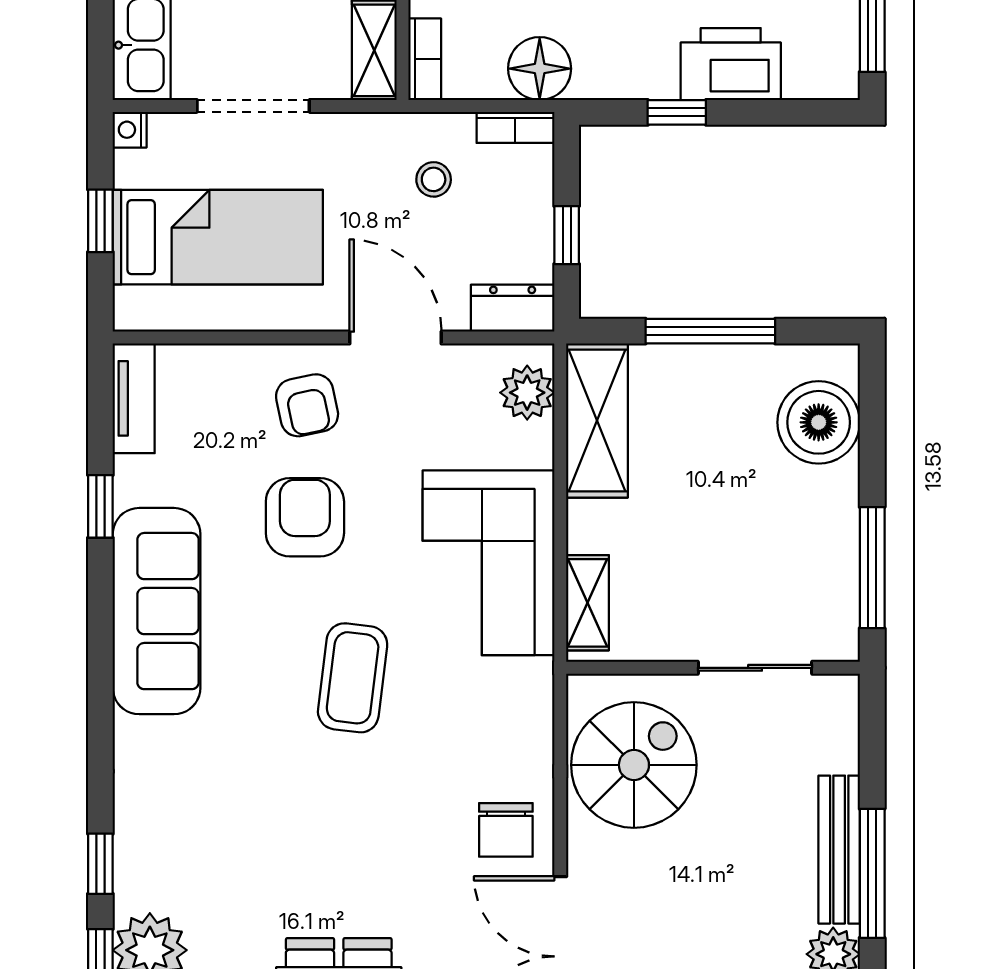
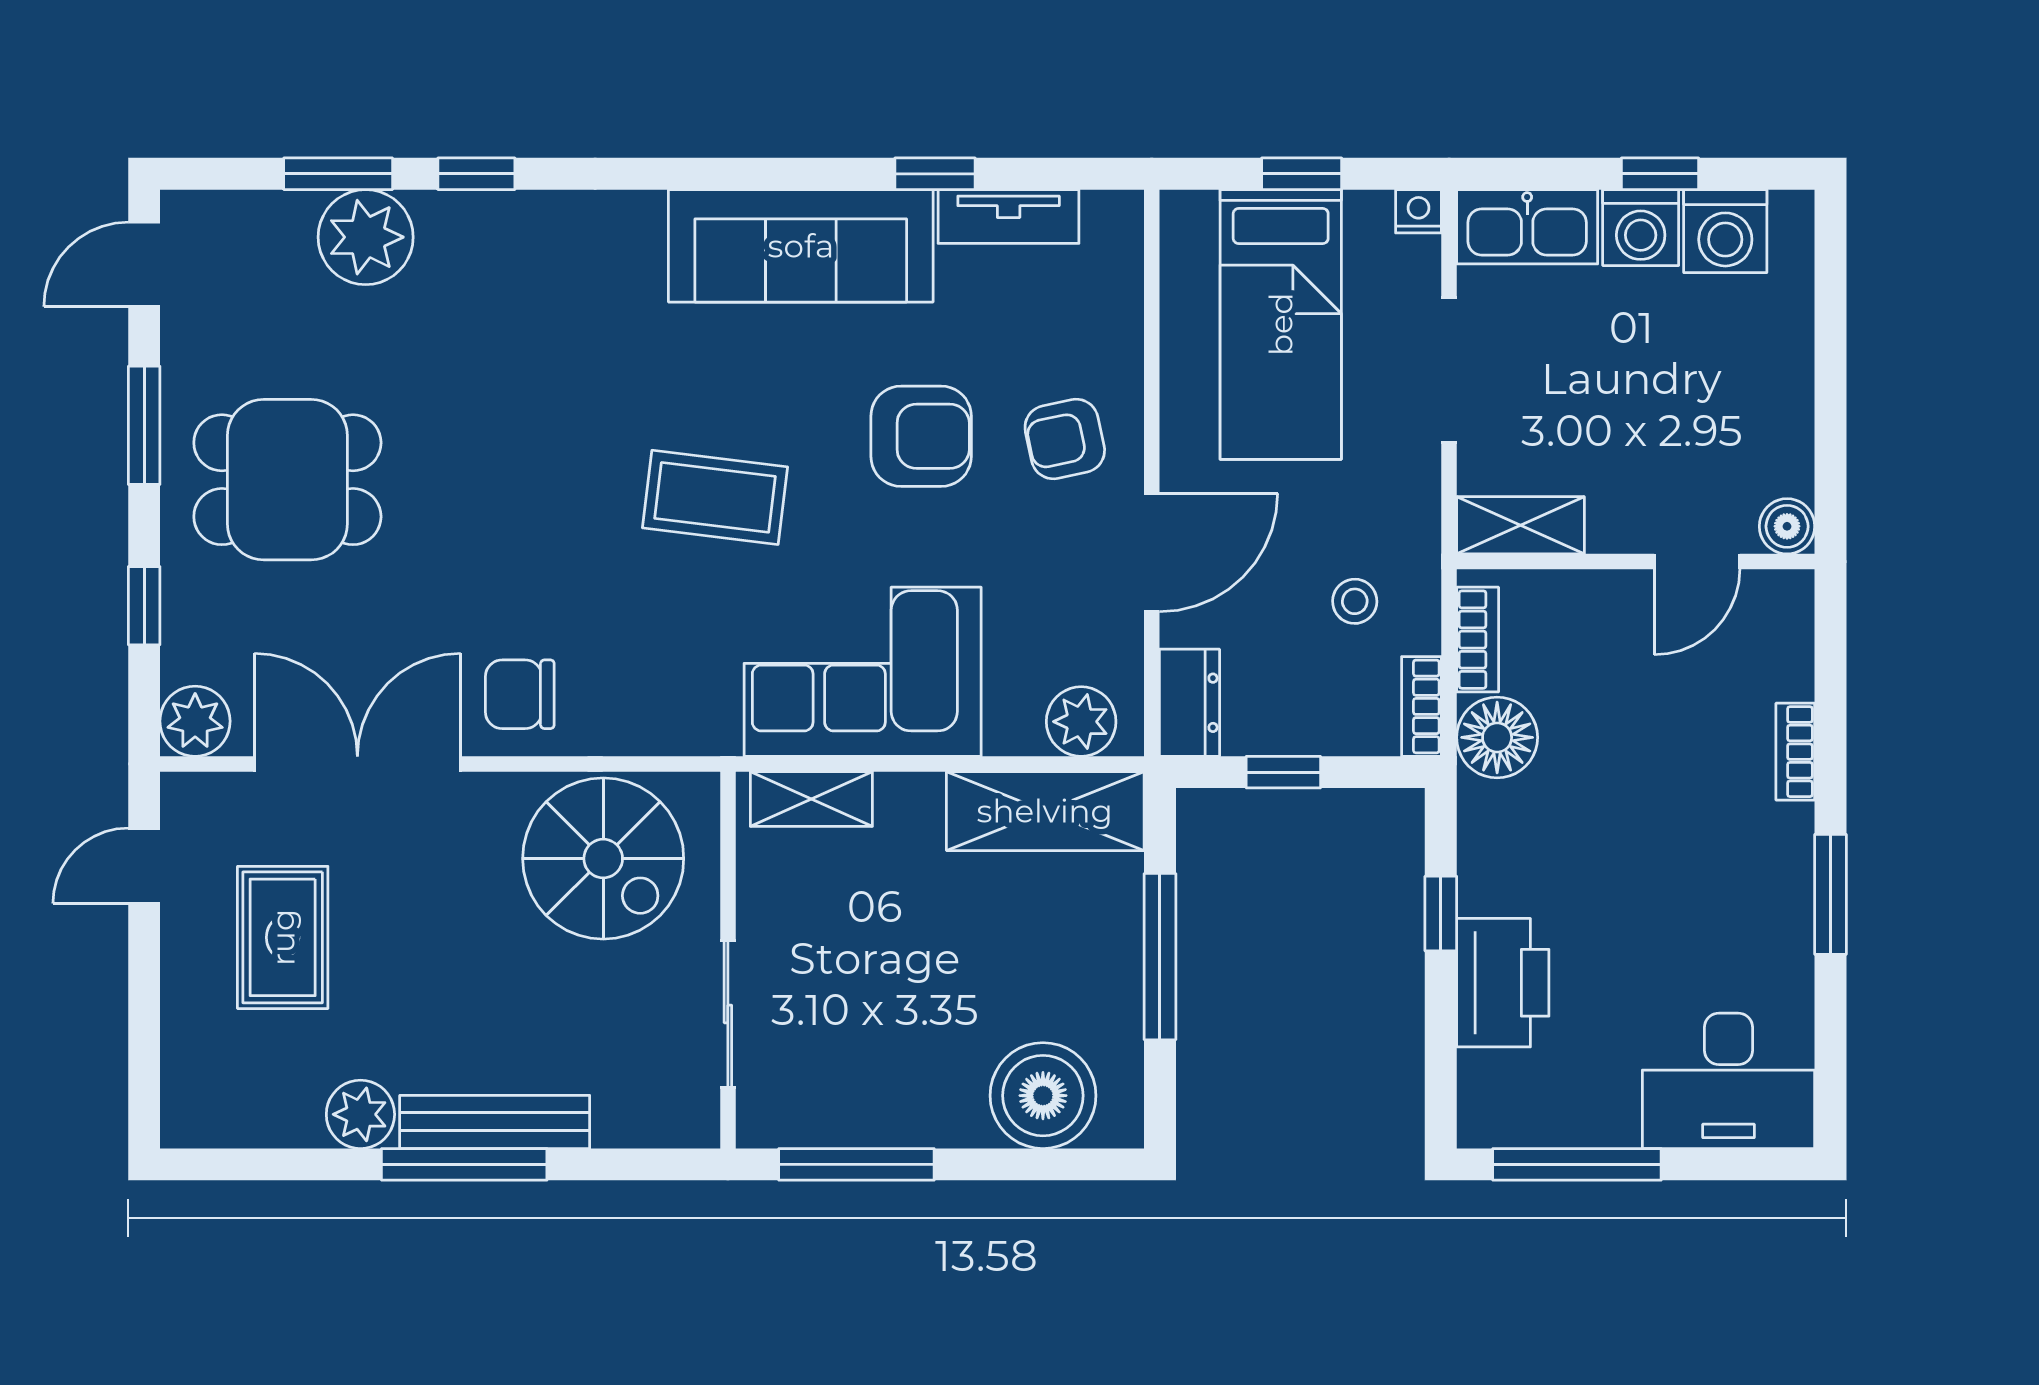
bookcase: (425, 59) -> (1478, 640), moved, turned -90
tv unit: (134, 398) -> (1009, 216), moved

